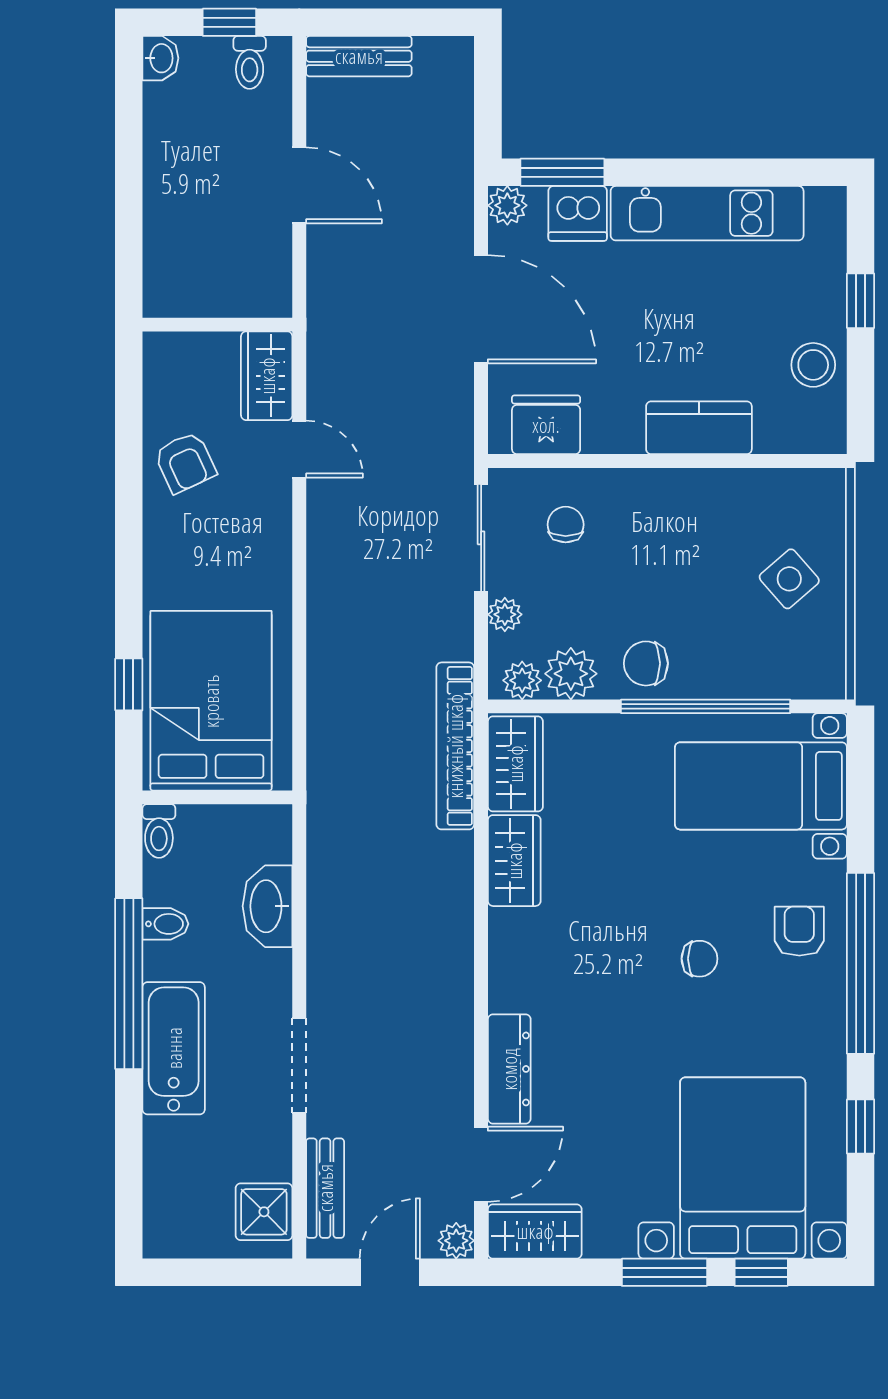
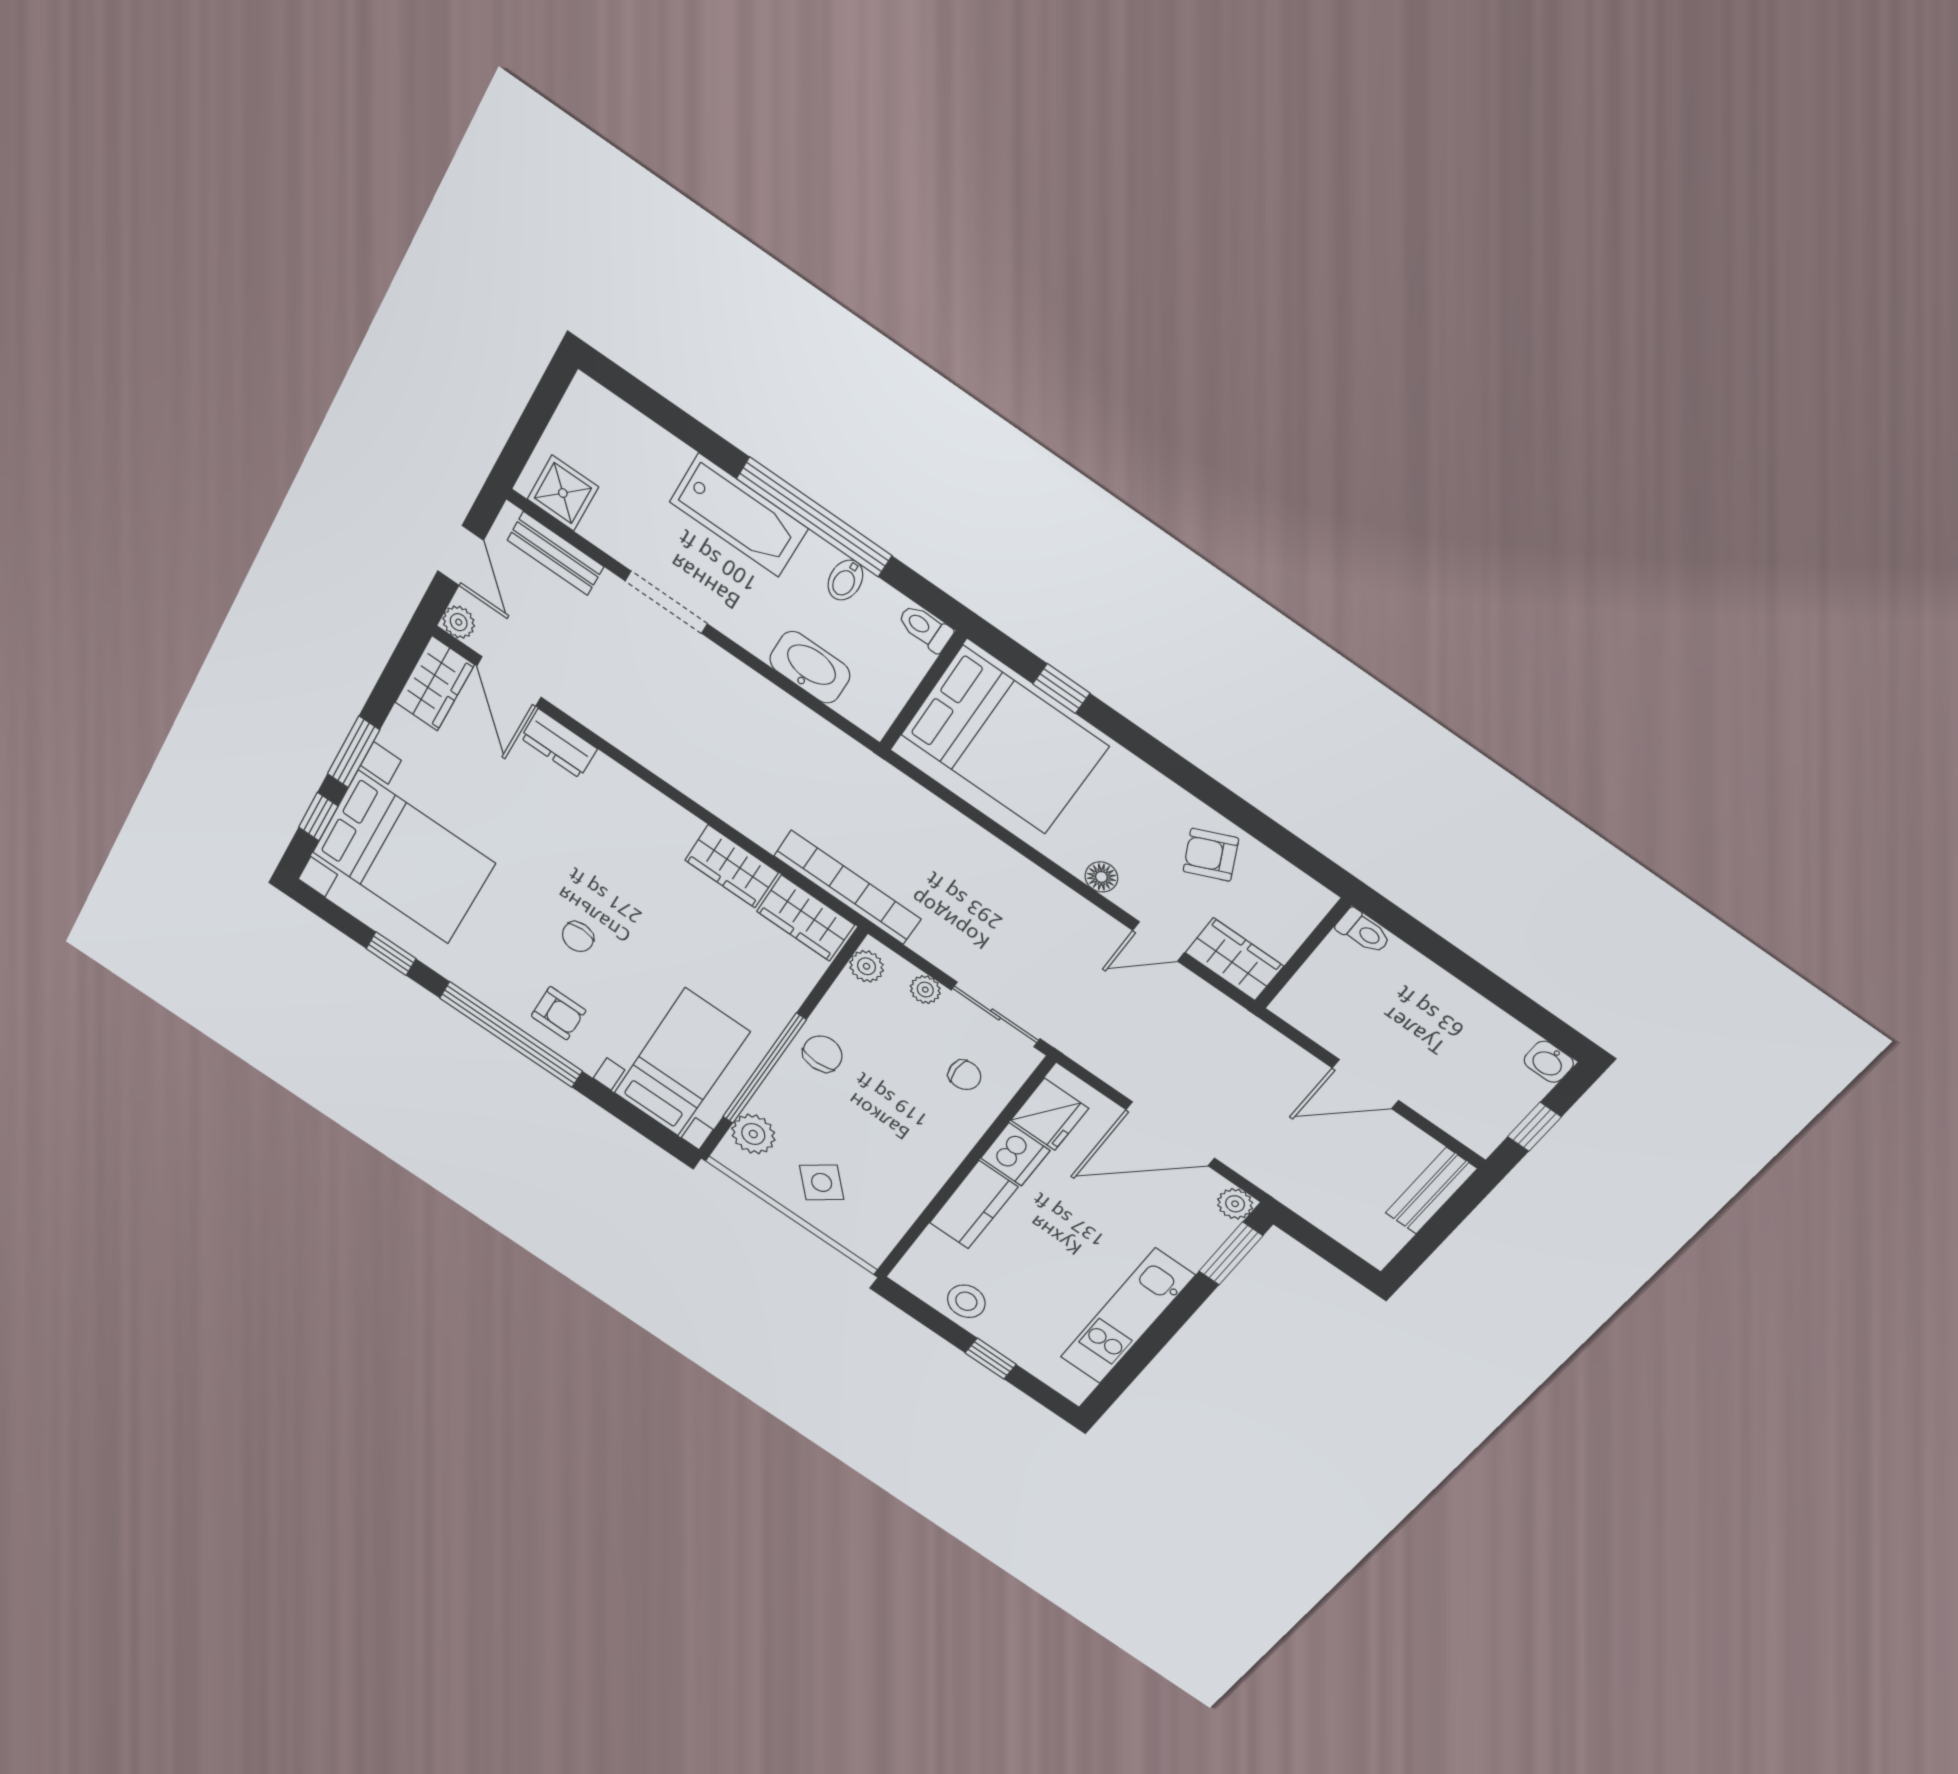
toilet: (250, 62) -> (1364, 931), moved, turned 180
dishwasher: (578, 213) -> (1015, 1154), moved, turned 180
floor lamp: (275, 537) -> (1101, 877), added
plant: (571, 674) -> (753, 1134), moved
dresser: (509, 1069) -> (559, 743), width x0.70

